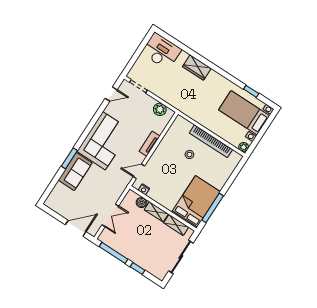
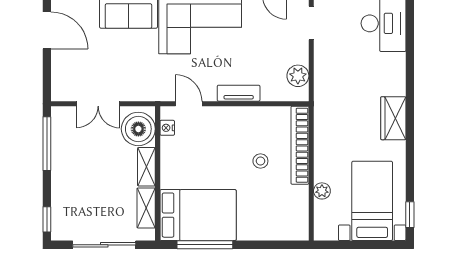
wardrobe: (197, 67) -> (393, 118), moved
window: (251, 91) -> (410, 215), moved
bookcase: (211, 141) -> (300, 145), moved
plant: (244, 147) -> (322, 191), moved
boiler: (142, 202) -> (138, 129), width x1.86, depth x1.86
door: (76, 228) -> (47, 30), moved
window: (138, 268) -> (47, 219), moved

